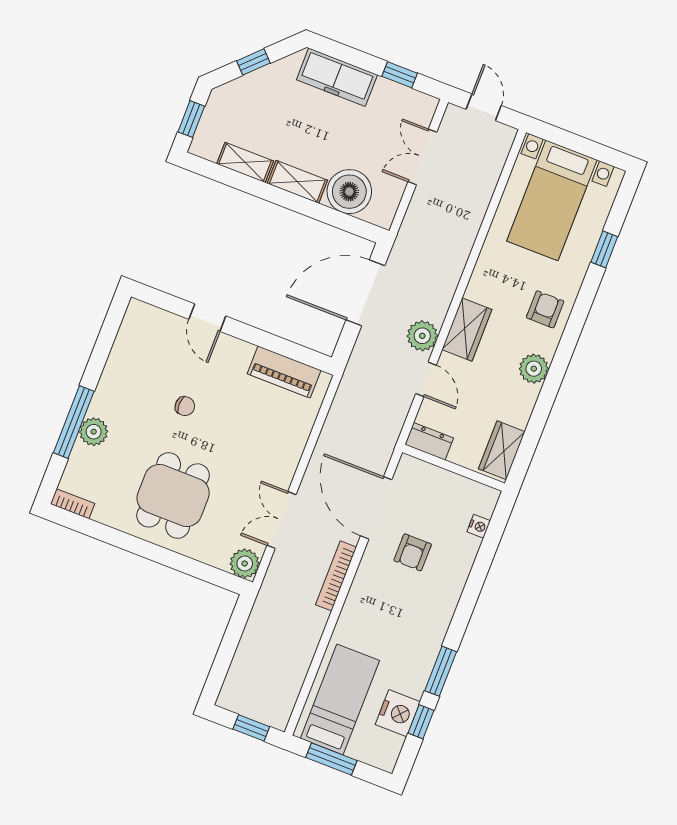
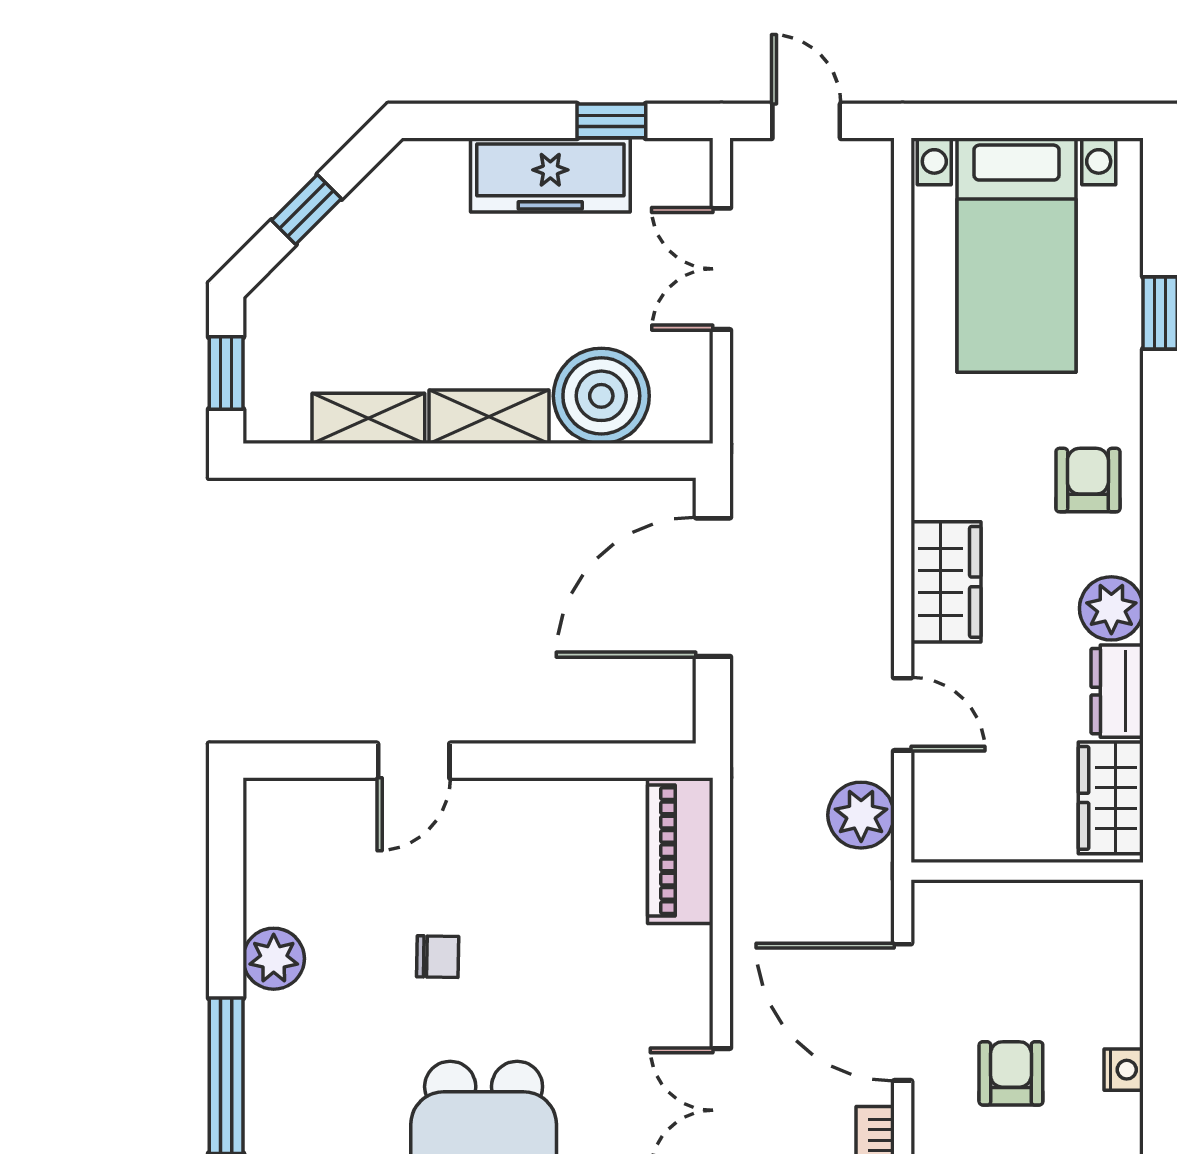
freezer: (337, 77) -> (550, 175), moved
door: (207, 318) -> (414, 761), hinge flipped
plant: (422, 336) -> (861, 815), moved
piano: (284, 372) -> (680, 851), moved, turned 90
plant: (94, 432) -> (274, 959), moved
dresser: (429, 441) -> (1117, 691), moved, turned -90
nightstand: (479, 526) -> (1124, 1070), moved
armchair: (413, 552) -> (1011, 1073), turned 180

